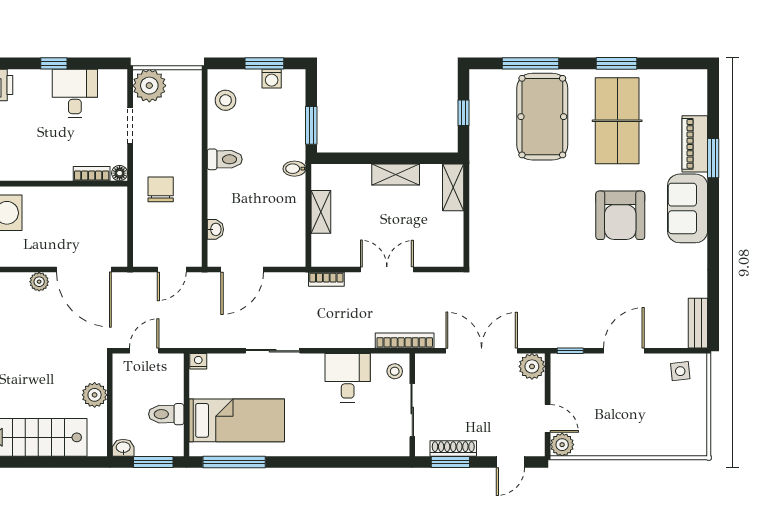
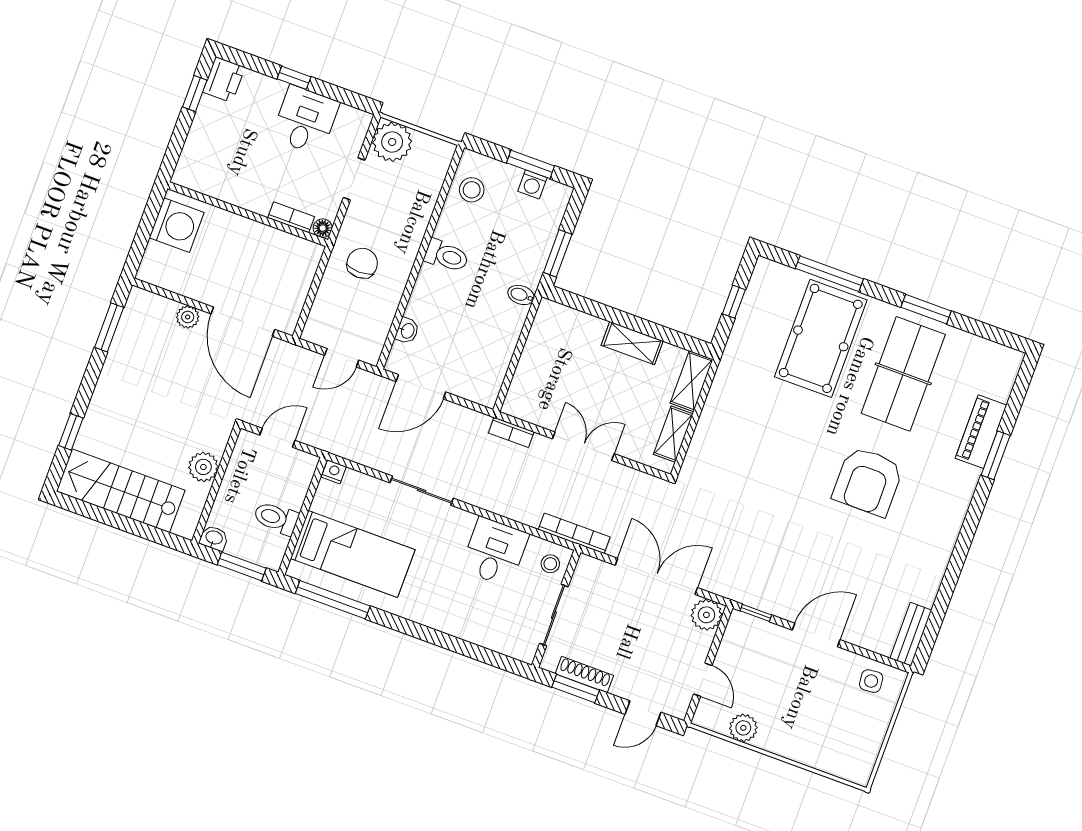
sofa: (688, 208) -> (946, 501), removed
shelving: (321, 212) -> (673, 434), moved
plant: (562, 445) -> (743, 728), moved

